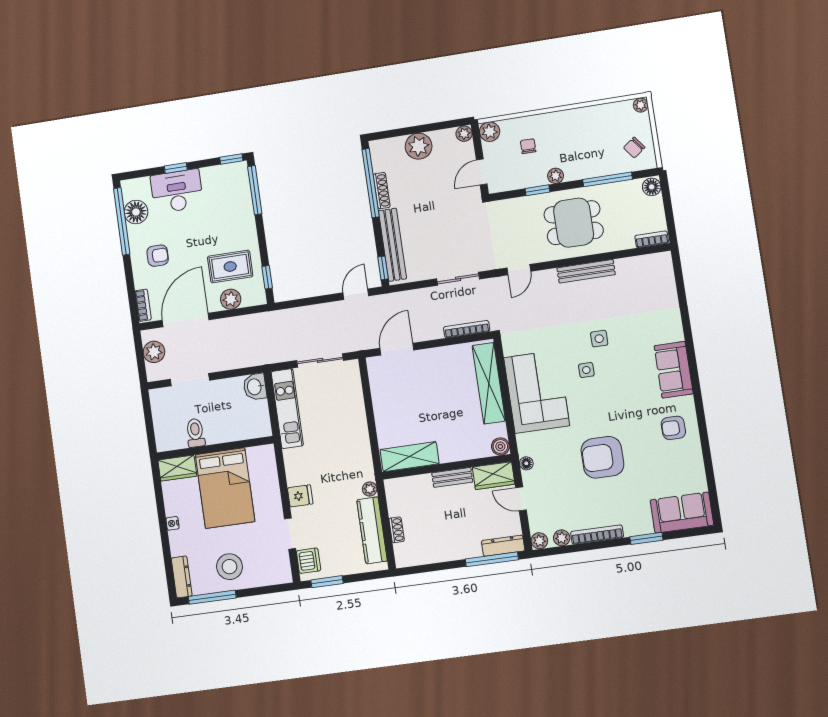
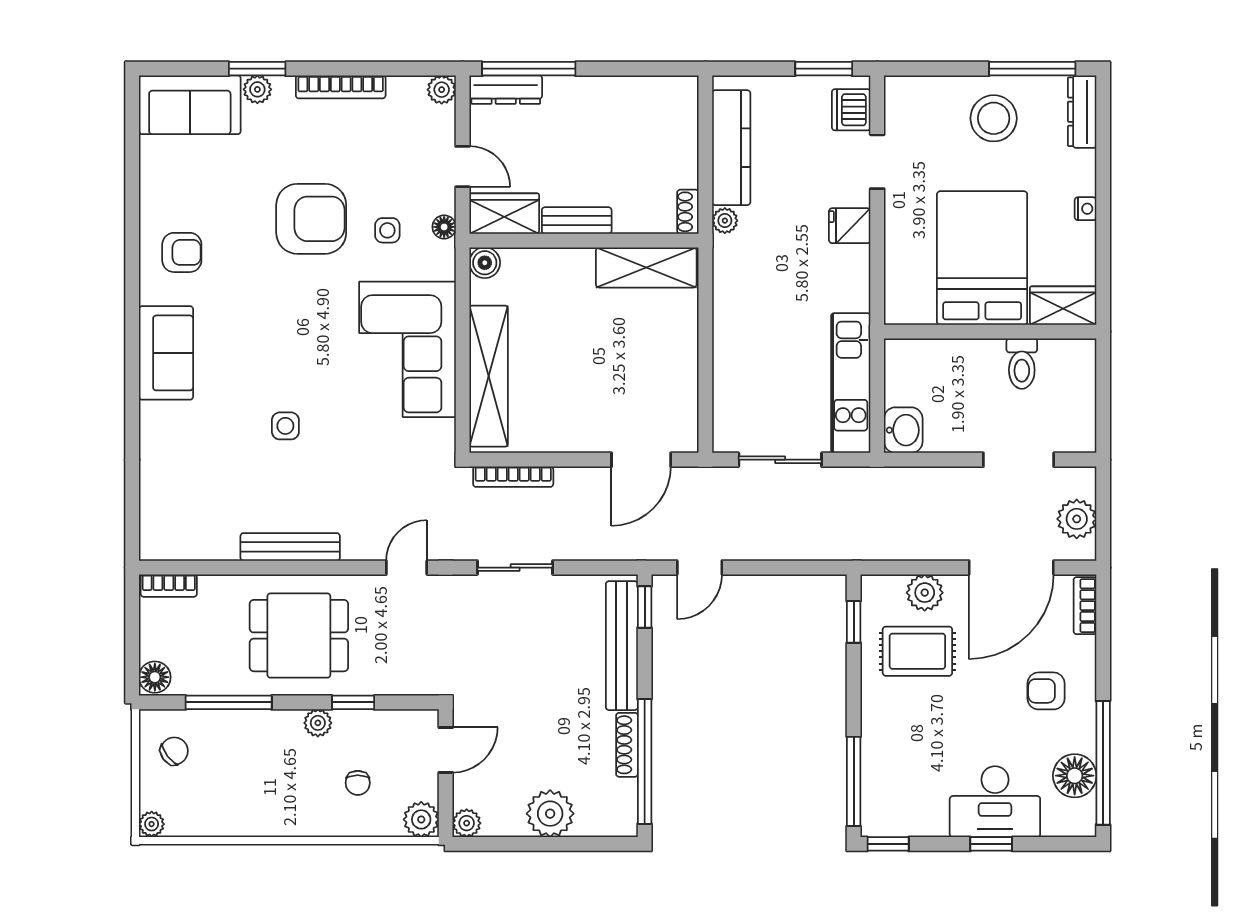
side table: (586, 370) -> (387, 230), moved
shoe rack: (397, 530) -> (688, 212), moved
plant: (562, 538) -> (257, 89), moved

